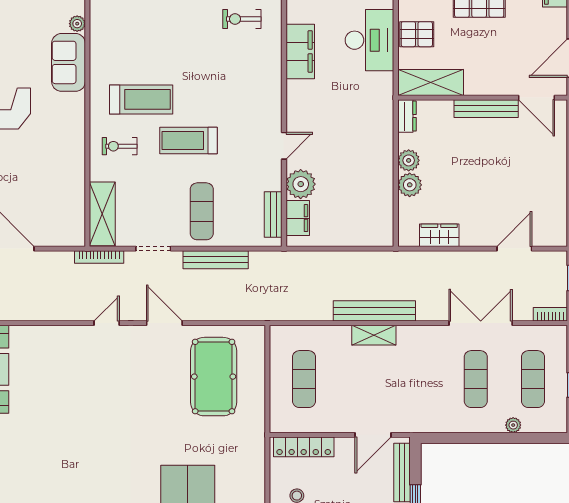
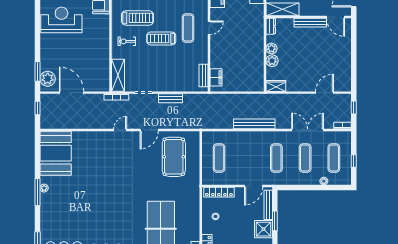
door: (284, 146) -> (209, 28), moved
plant: (301, 184) -> (217, 60), removed
exercise mat: (202, 211) -> (188, 28), moved
wardrobe: (439, 235) -> (276, 86), moved
bench: (216, 260) -> (170, 98), width x0.73
door: (164, 323) -> (149, 130), swing flipped
shelving: (374, 335) -> (254, 136), removed
exercise mat: (418, 379) -> (276, 158), added

